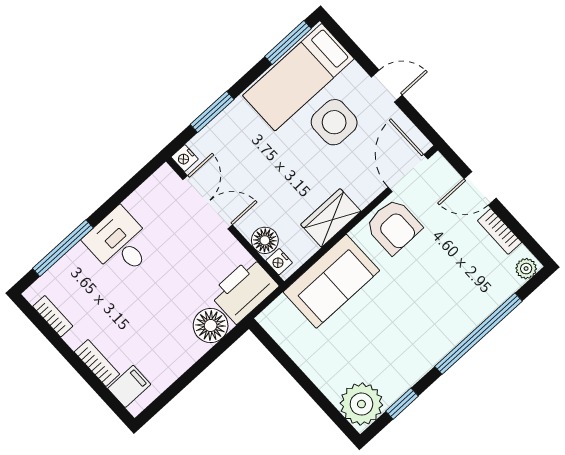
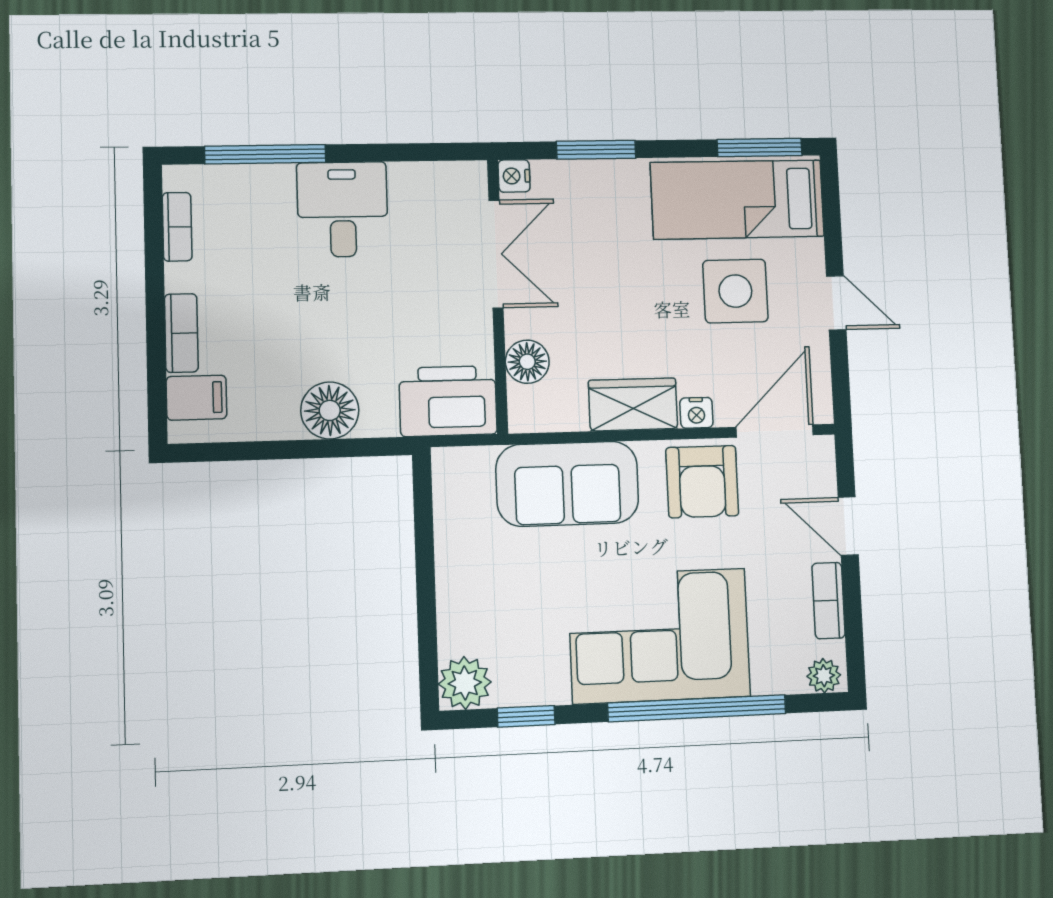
nightstand: (279, 262) -> (696, 413), moved, turned -90
corner sofa: (433, 315) -> (659, 636), added
floor lamp: (211, 325) -> (330, 410), moved
plant: (361, 404) -> (465, 683), width x0.73, depth x0.73

